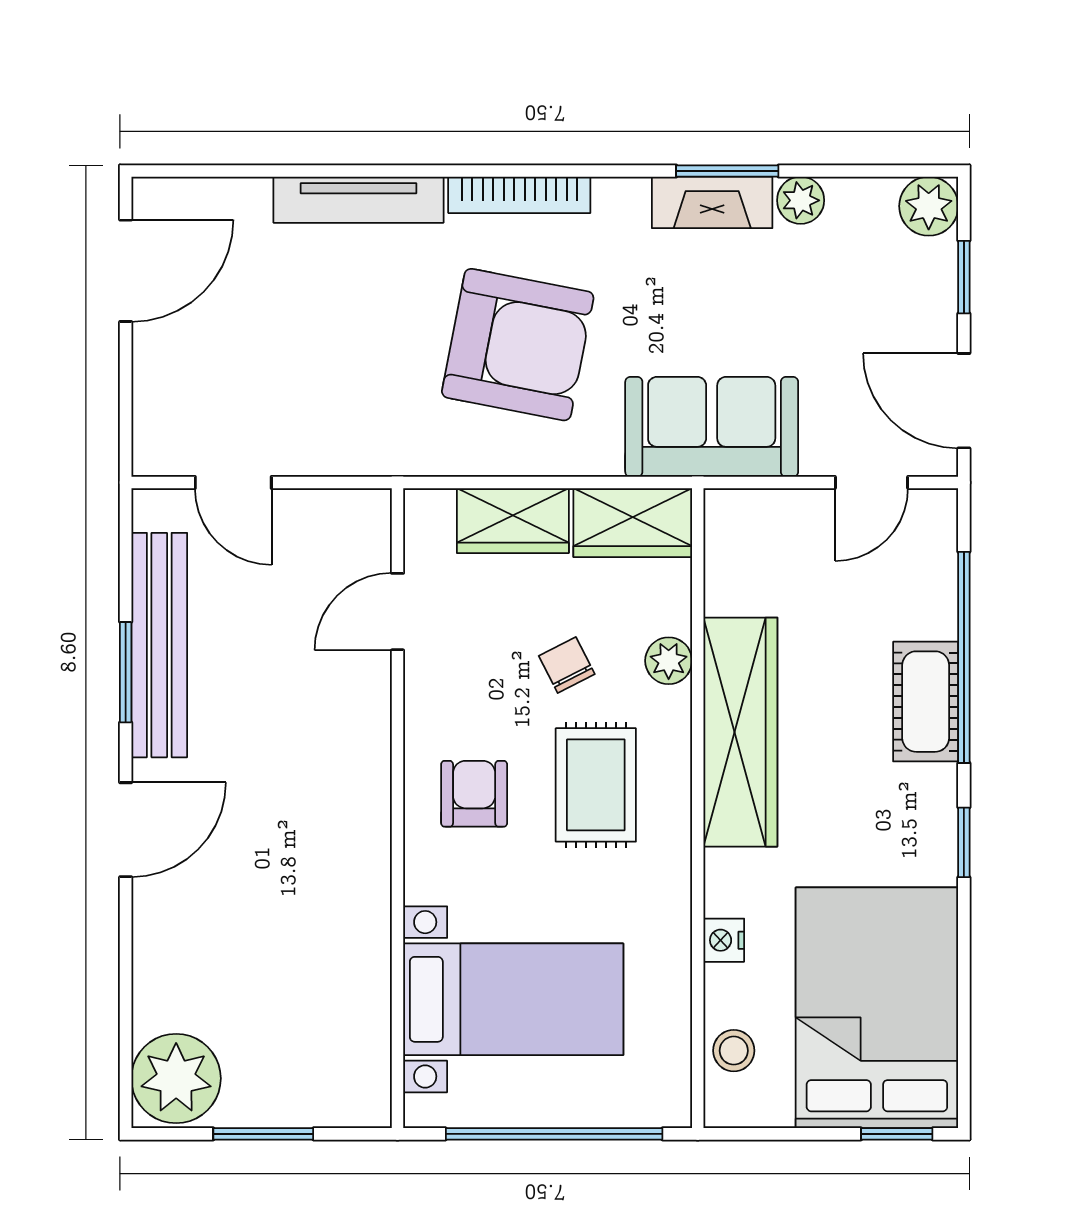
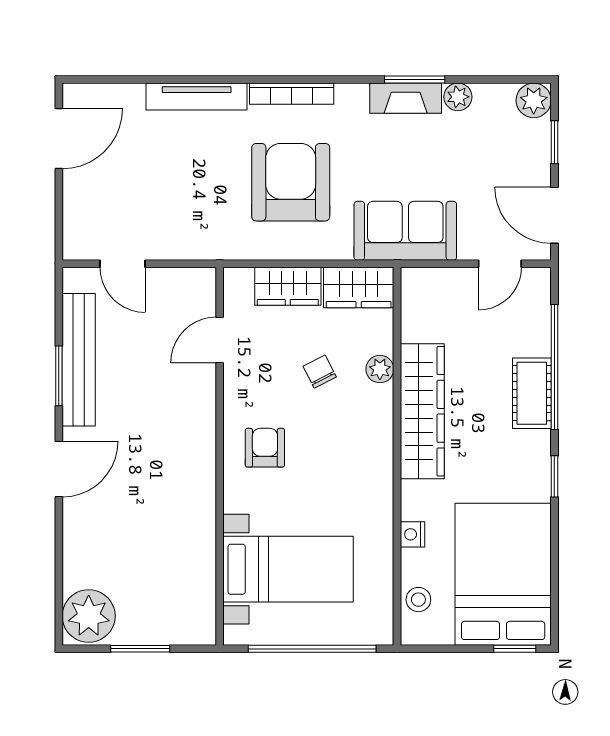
armchair: (518, 345) -> (291, 182), turned -101
rug: (596, 785) -> (337, 442), removed

